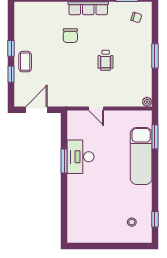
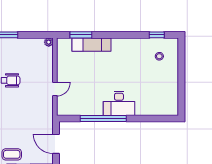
exam couch: (141, 156) -> (92, 45), width x0.73, depth x0.69
desk: (81, 157) -> (119, 103), moved
window: (64, 161) -> (103, 118), width x2.11

